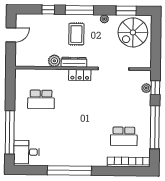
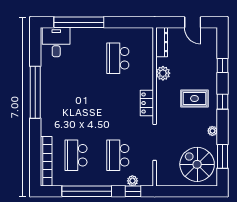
window: (79, 10) -> (222, 102), width x0.46
dresser: (74, 62) -> (162, 42), moved
school desk: (124, 100) -> (118, 155), added

